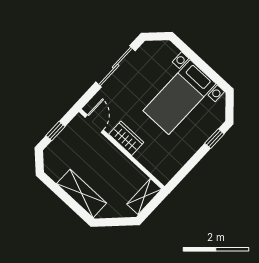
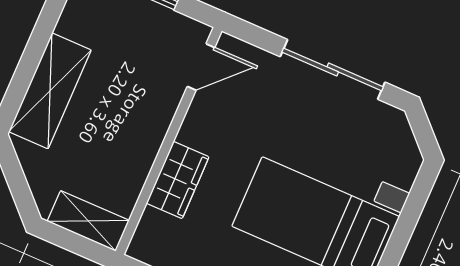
wardrobe: (126, 138) -> (178, 180), moved

